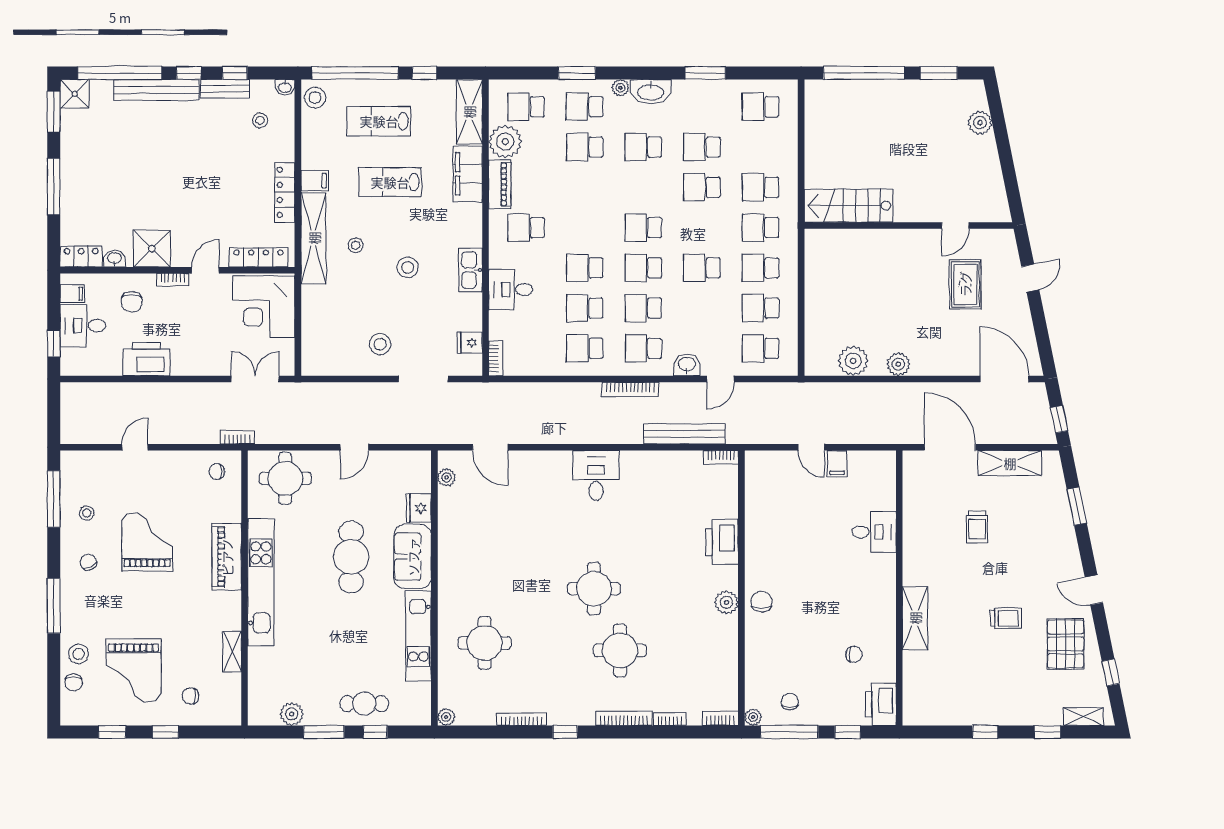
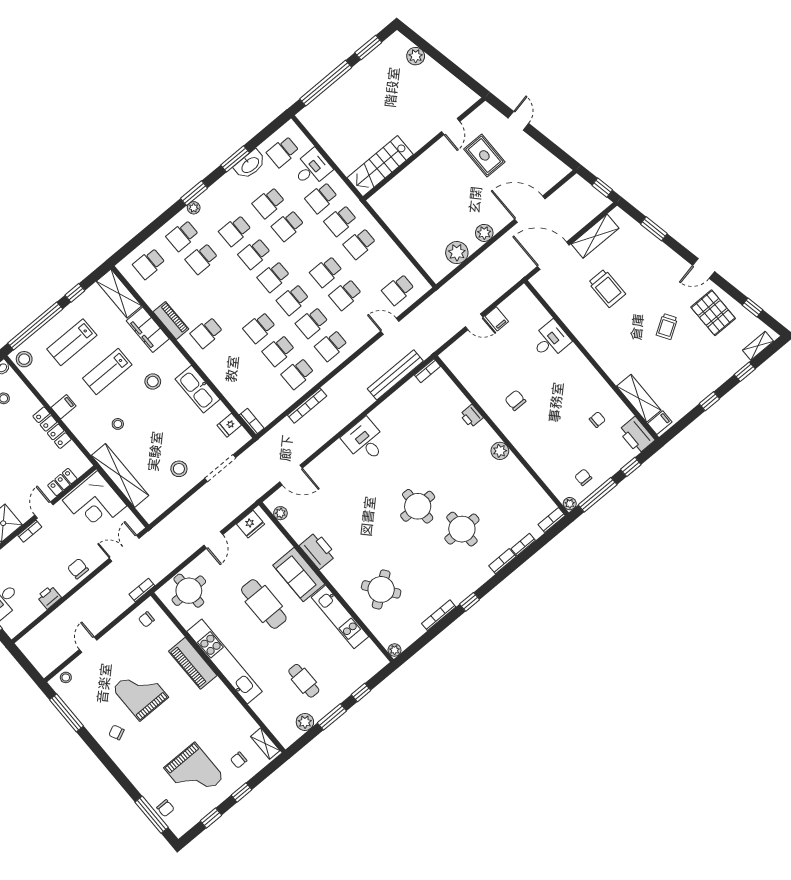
window: (577, 73) -> (194, 193), moved
washbasin: (651, 92) -> (250, 165), moved
plant: (505, 142) -> (154, 293), removed
school desk: (643, 187) -> (254, 254), added
shelving: (314, 238) -> (120, 476), moved
locker: (259, 257) -> (62, 482), width x0.66
stool: (408, 267) -> (153, 382), moved
kitchen sink: (471, 270) -> (197, 389), width x1.36, depth x1.24
desk: (511, 289) -> (312, 168), moved, turned 180
chair: (132, 302) -> (78, 569), moved, turned 180
school desk: (761, 308) -> (345, 295), moved
printer: (146, 359) -> (49, 597), width x0.53, depth x0.68
washbasin: (687, 365) -> (364, 334), removed
door: (720, 379) -> (390, 326), swing flipped
door: (1004, 379) -> (530, 209), moved
bookcase: (630, 389) -> (307, 406), moved
fridge: (419, 508) -> (251, 524), moved, turned -90
stool: (87, 513) -> (66, 677), moved
trolley: (977, 527) -> (607, 288), width x1.36, depth x1.39
printer: (722, 542) -> (471, 416), width x0.53, depth x0.68
printer: (453, 548) -> (318, 550), added
chair: (761, 602) -> (515, 400), moved
window: (54, 606) -> (152, 815), moved
shelving: (915, 618) -> (639, 398), moved
trolley: (1006, 618) -> (667, 327), turned 148
round table: (485, 643) -> (381, 589), turned -36
shelving: (232, 652) -> (265, 743), moved
stool: (79, 654) -> (155, 789), removed
cafe table: (364, 704) -> (304, 681), moved, turned 90
filing cabinet: (916, 711) -> (660, 423), added
bookcase: (624, 718) -> (502, 561), width x0.64

